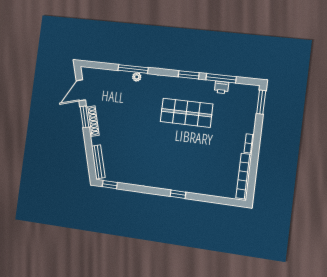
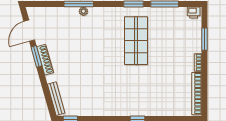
printer: (222, 87) -> (194, 13), moved
window: (261, 102) -> (204, 39), moved
shop shelf: (186, 113) -> (136, 41), turned 90

